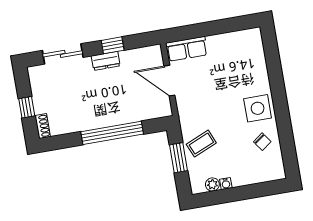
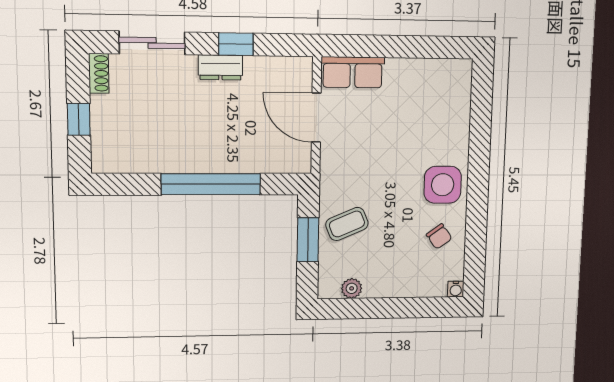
shoe rack: (43, 126) -> (99, 73), moved
water cooler: (226, 184) -> (456, 289), moved

